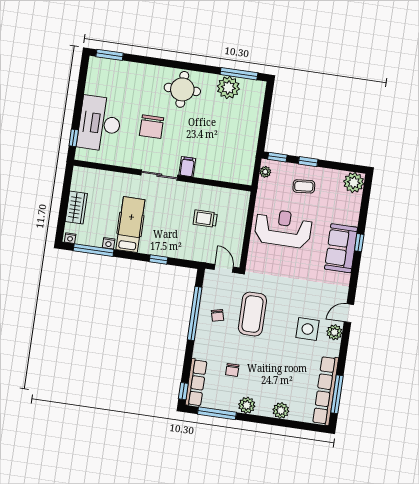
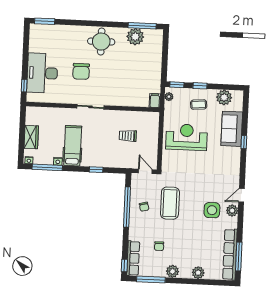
filing cabinet: (187, 167) -> (155, 101), moved
plant: (354, 183) -> (224, 97), moved
sofa: (341, 248) -> (232, 129), moved

